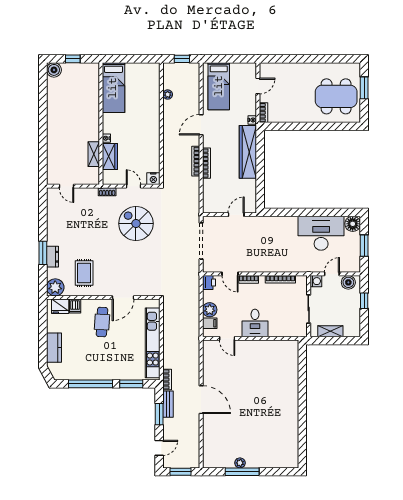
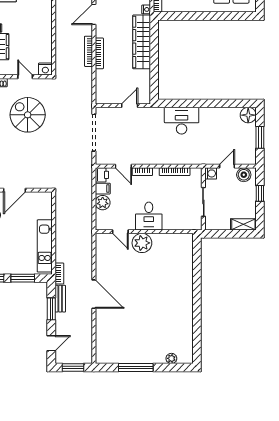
desk: (321, 233) -> (182, 121), moved, width x0.73, depth x0.77
filing cabinet: (210, 323) -> (103, 189), moved
shelving: (330, 331) -> (243, 224), moved
kitchen unit: (153, 343) -> (45, 246), width x0.73
plant: (248, 349) -> (142, 243), added
plant: (240, 463) -> (171, 358), moved

